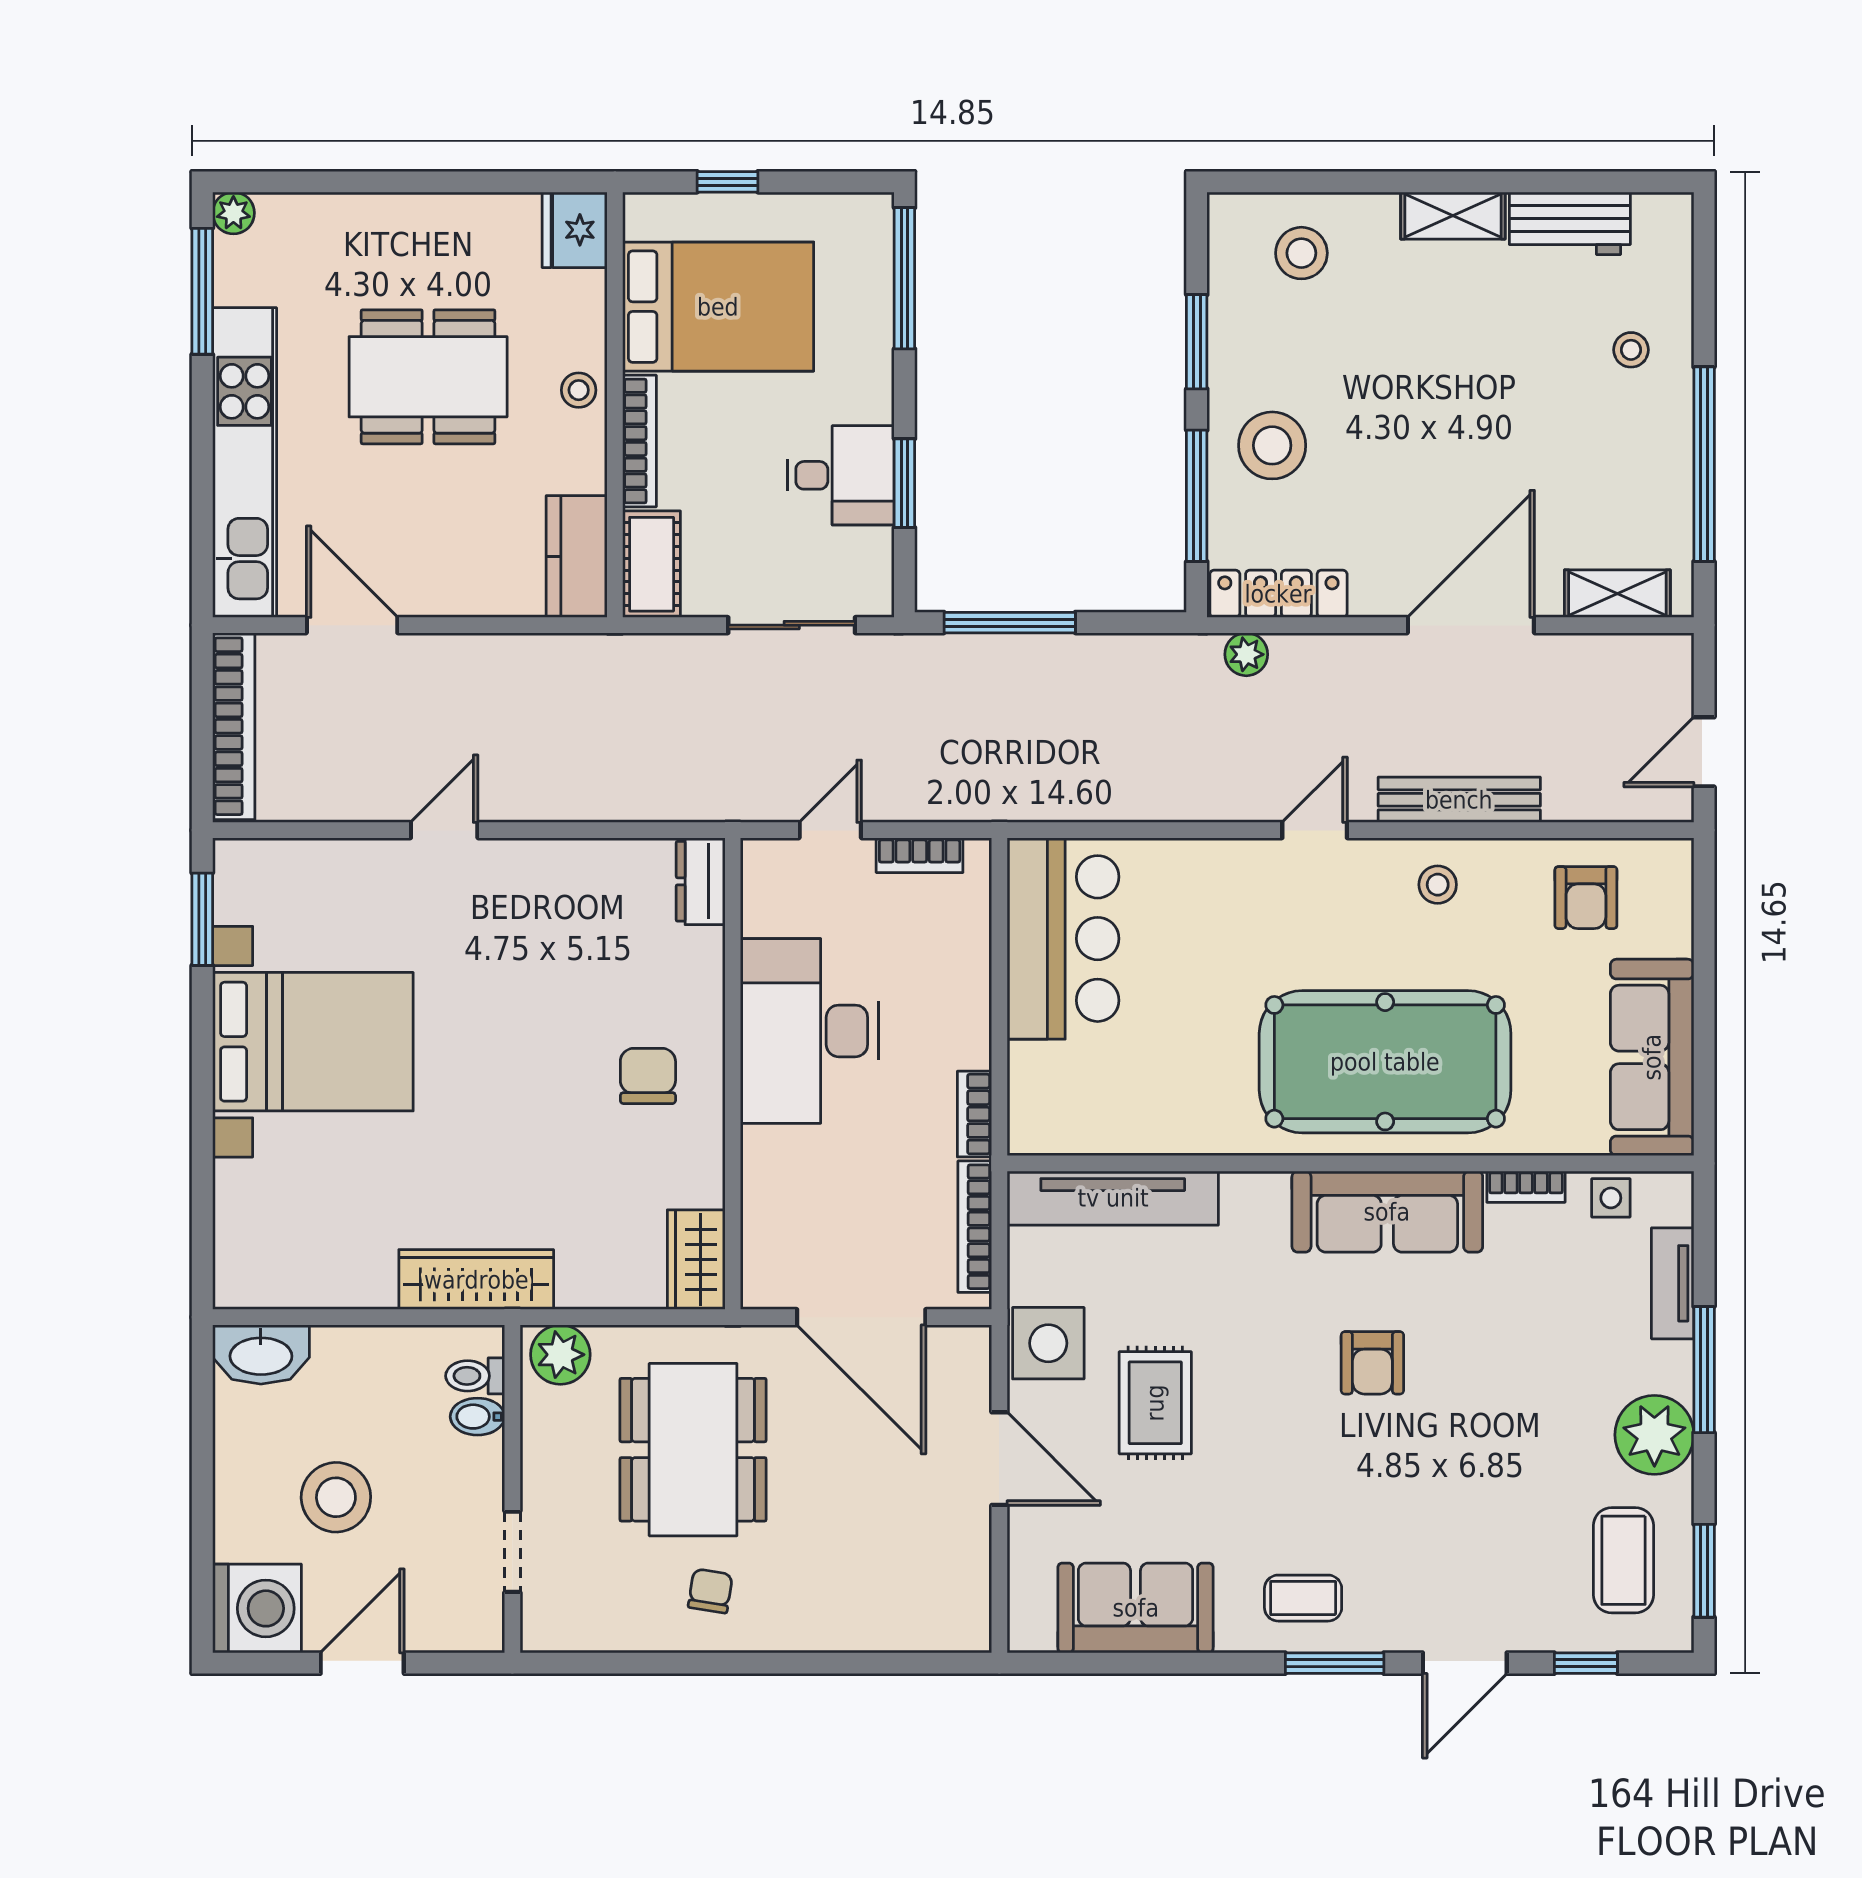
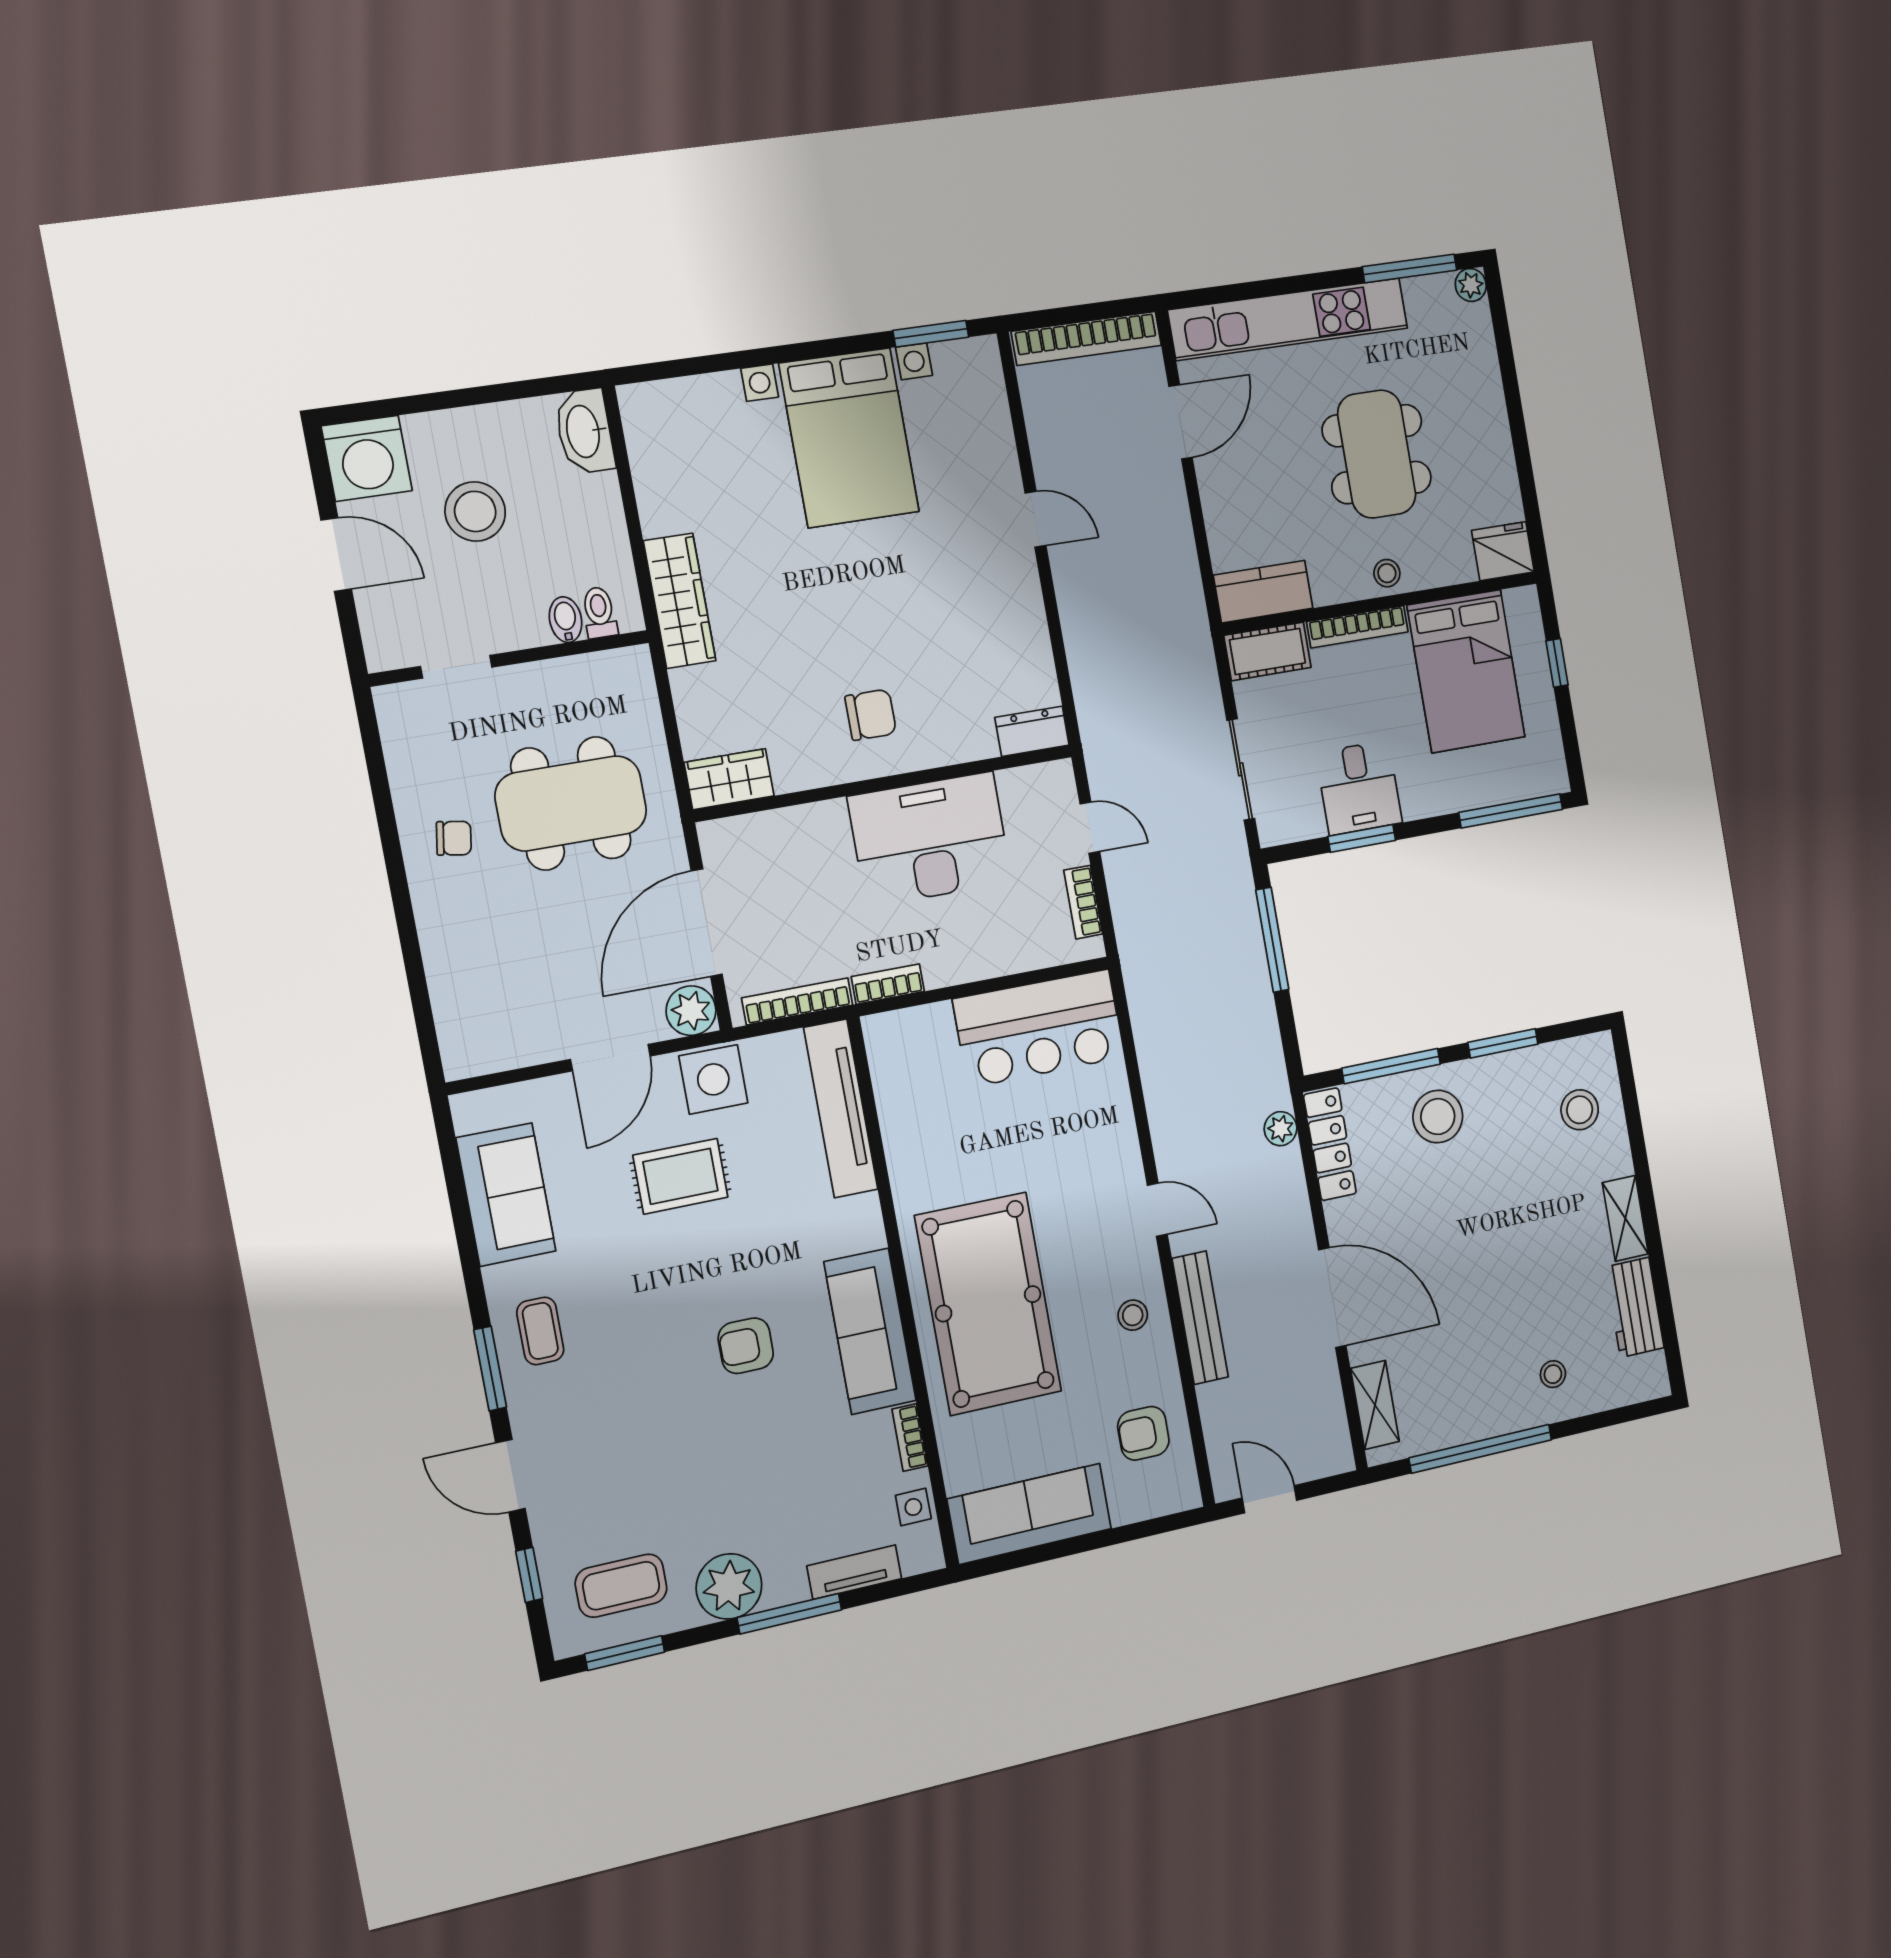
plant: (560, 1355) -> (691, 1011), moved

